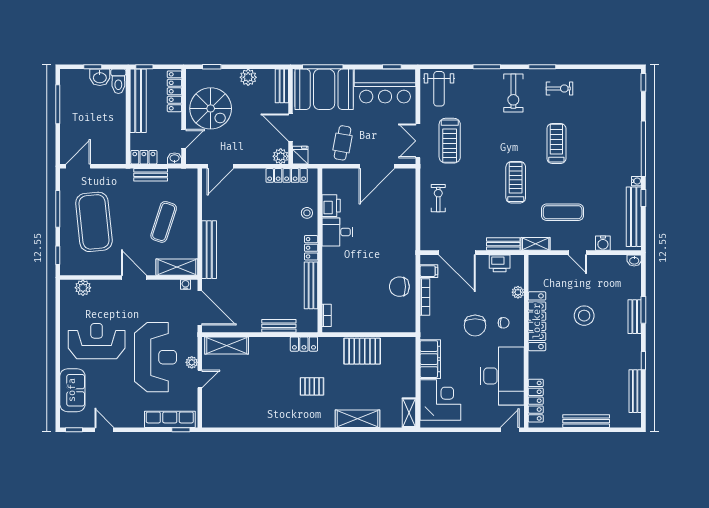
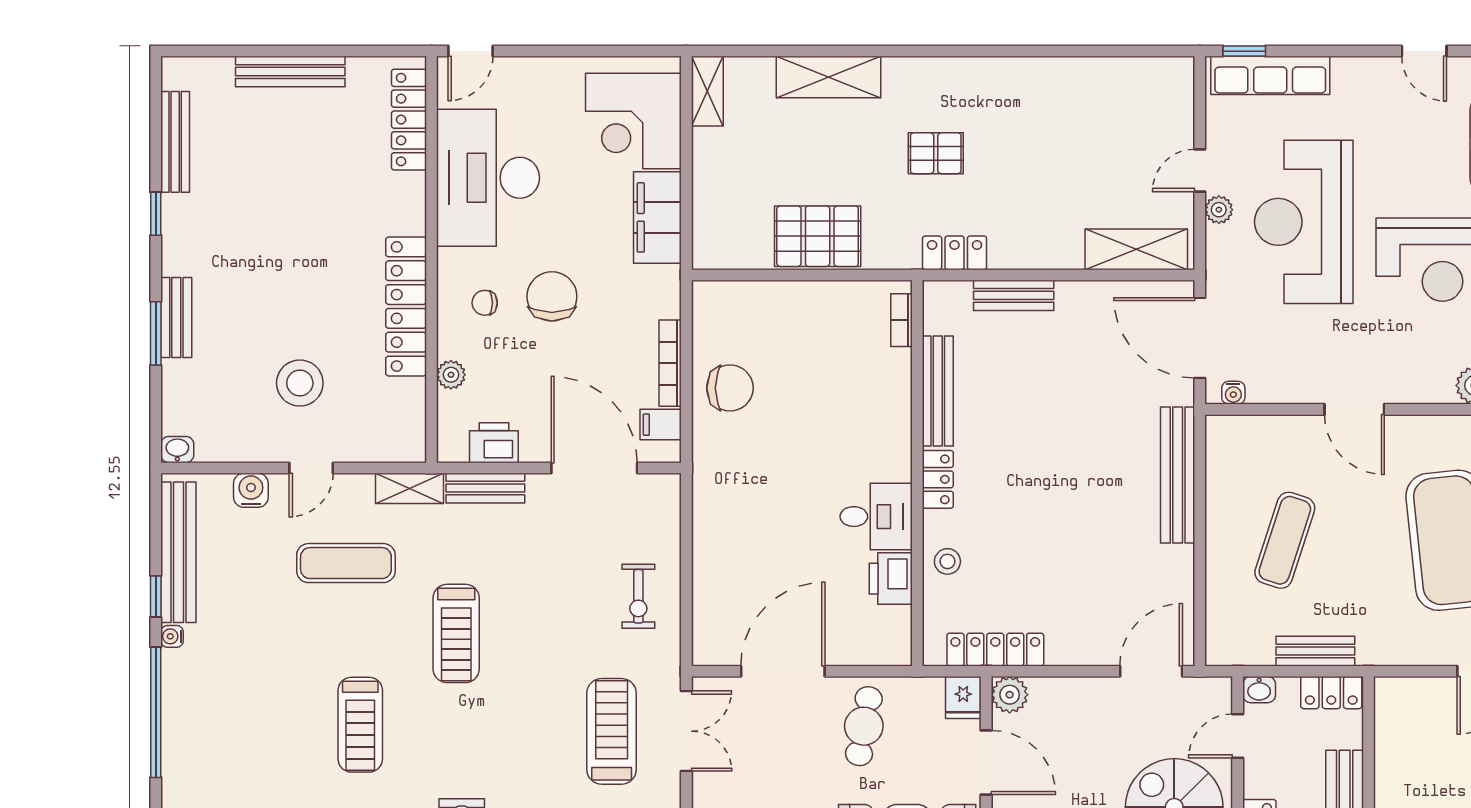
door: (577, 253) -> (311, 468), swing flipped
shelving: (177, 267) -> (1254, 434), removed
stool: (584, 316) -> (300, 383), moved

